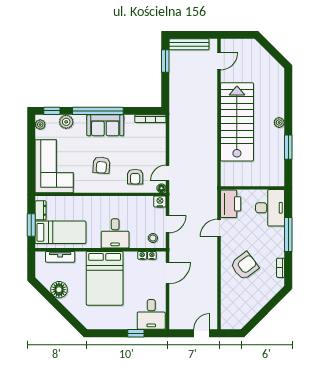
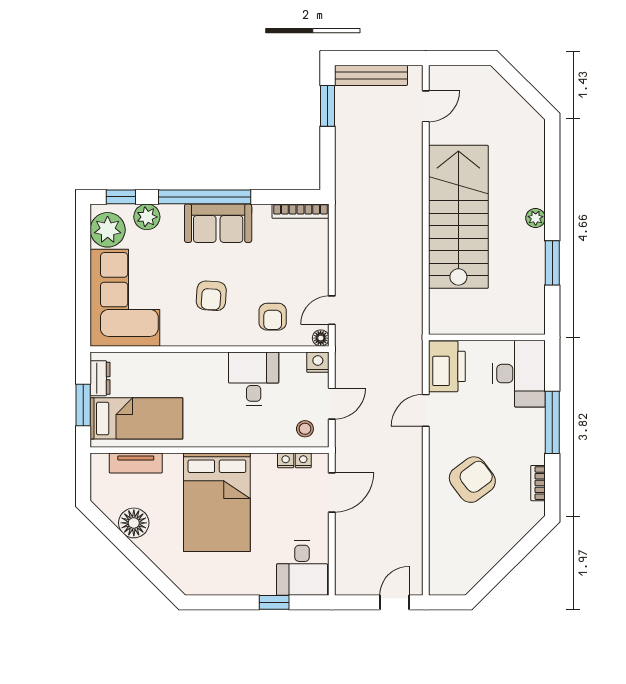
plant: (40, 125) -> (108, 230), width x1.87, depth x1.87
desk: (115, 233) -> (254, 379), moved, turned 180

